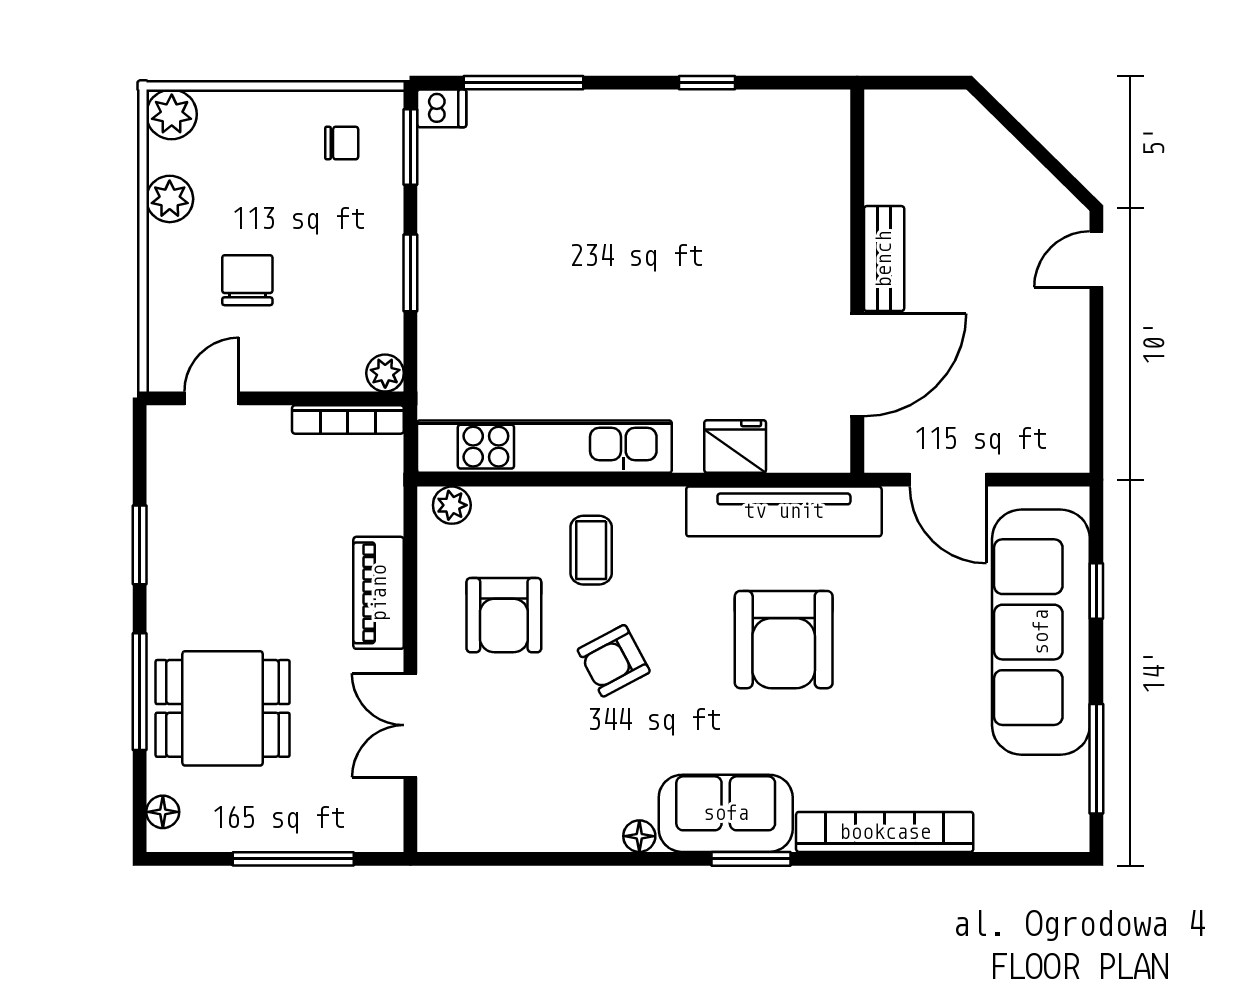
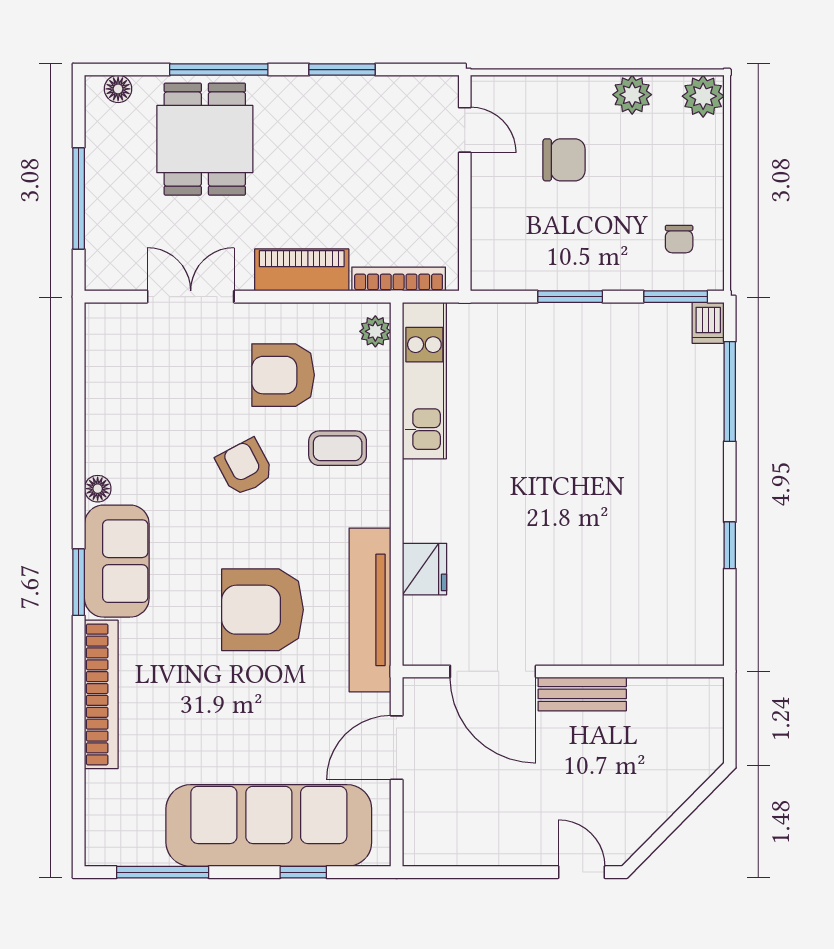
plant: (385, 373) -> (486, 275), removed
bookcase: (348, 419) -> (399, 279), moved, turned 90
kitchen unit: (544, 447) -> (424, 381), width x0.73

